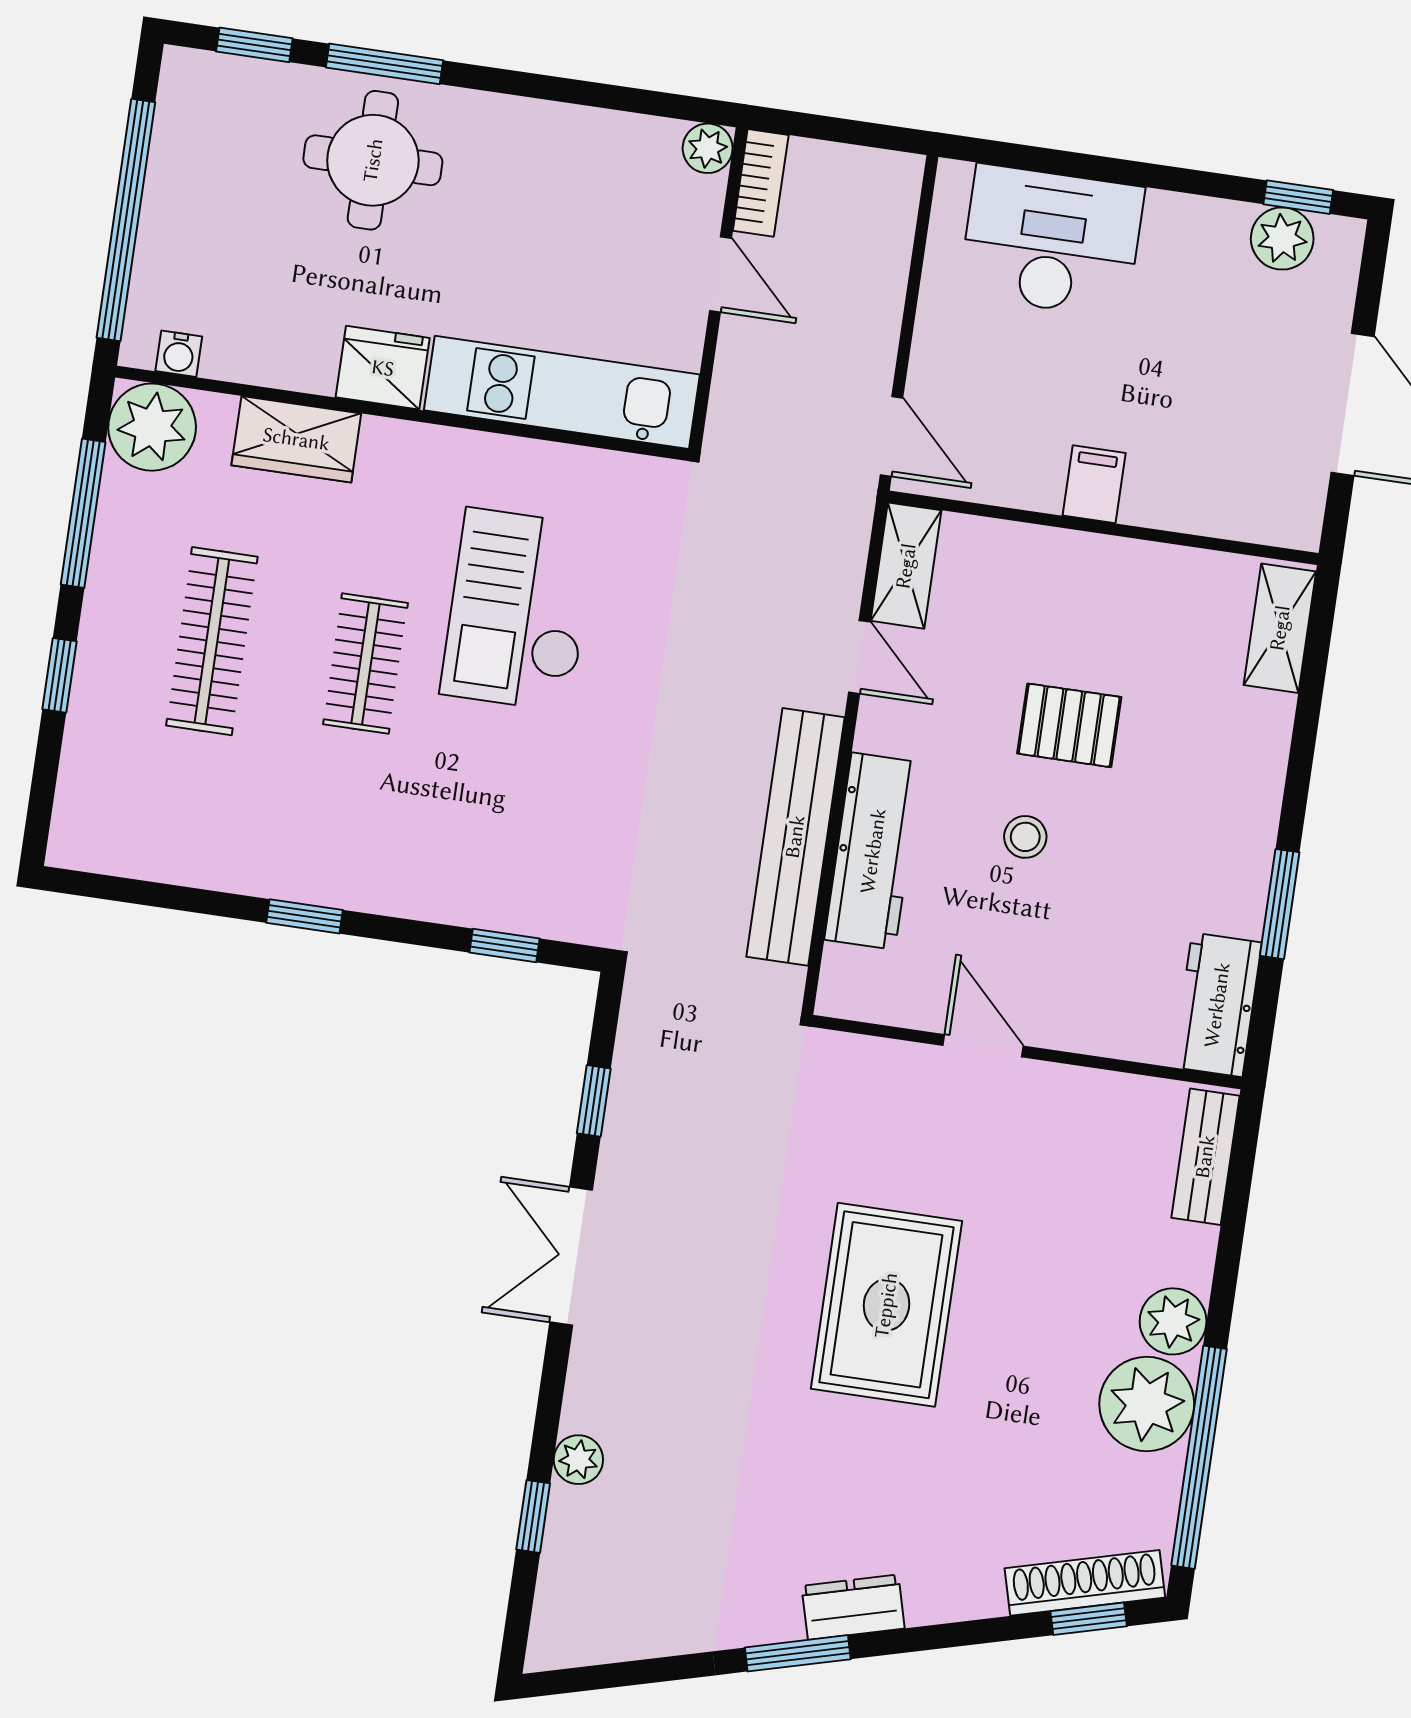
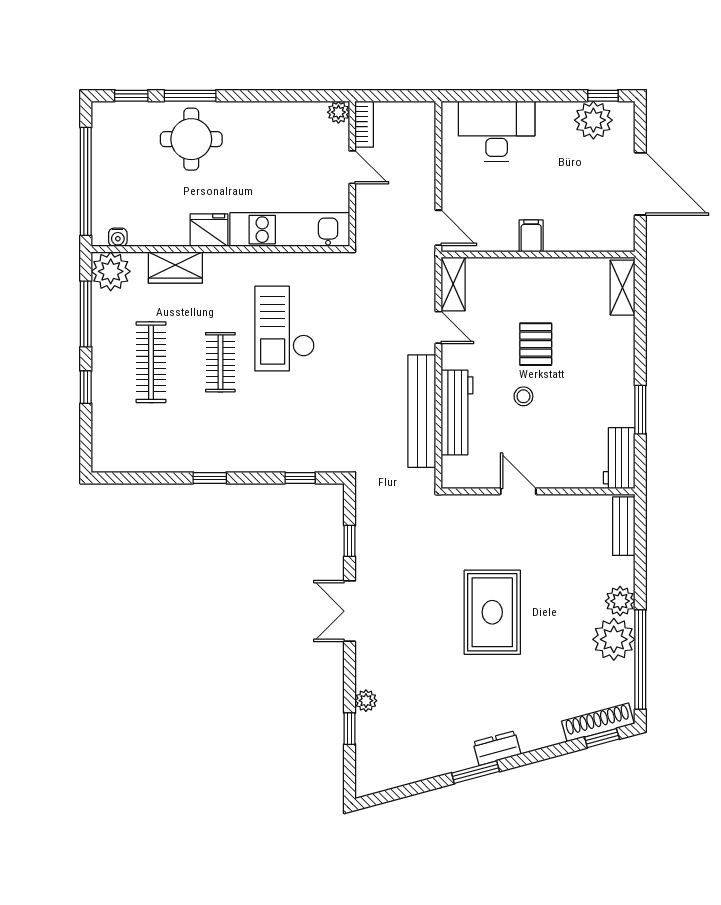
plant: (1282, 239) -> (593, 120), width x1.36, depth x1.36
pallet: (1069, 725) -> (536, 344), turned 90

